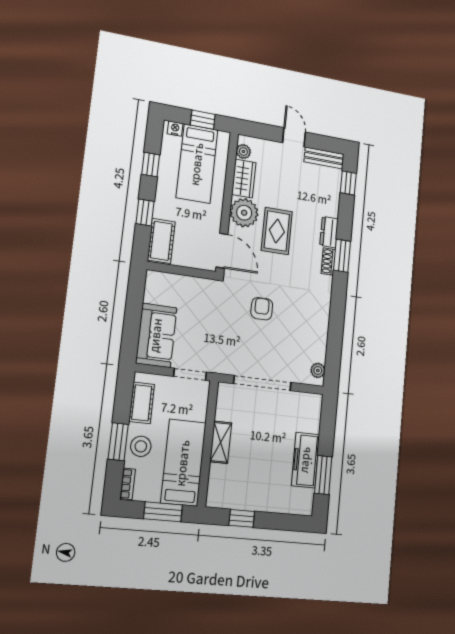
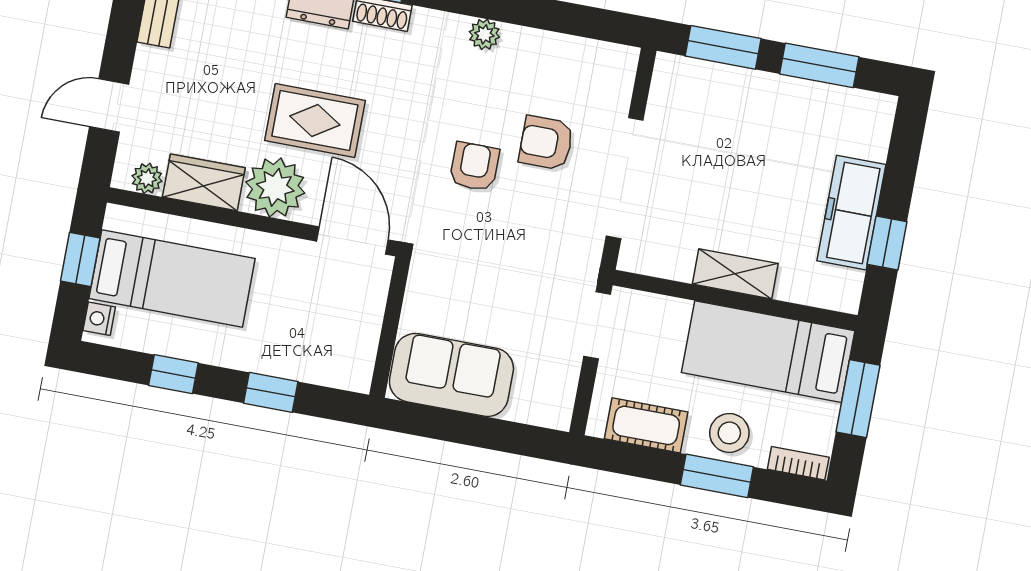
door: (294, 137) -> (109, 105), moved
cot: (161, 241) -> (329, 364), removed
door: (222, 251) -> (352, 241), hinge flipped
armchair: (262, 309) -> (474, 167), turned 90
sofa: (156, 335) -> (451, 375), moved
armchair: (276, 343) -> (546, 143), added
plant: (318, 370) -> (484, 34), moved
window: (327, 427) -> (723, 47), added
freezer: (305, 460) -> (851, 213), moved, turned 90

